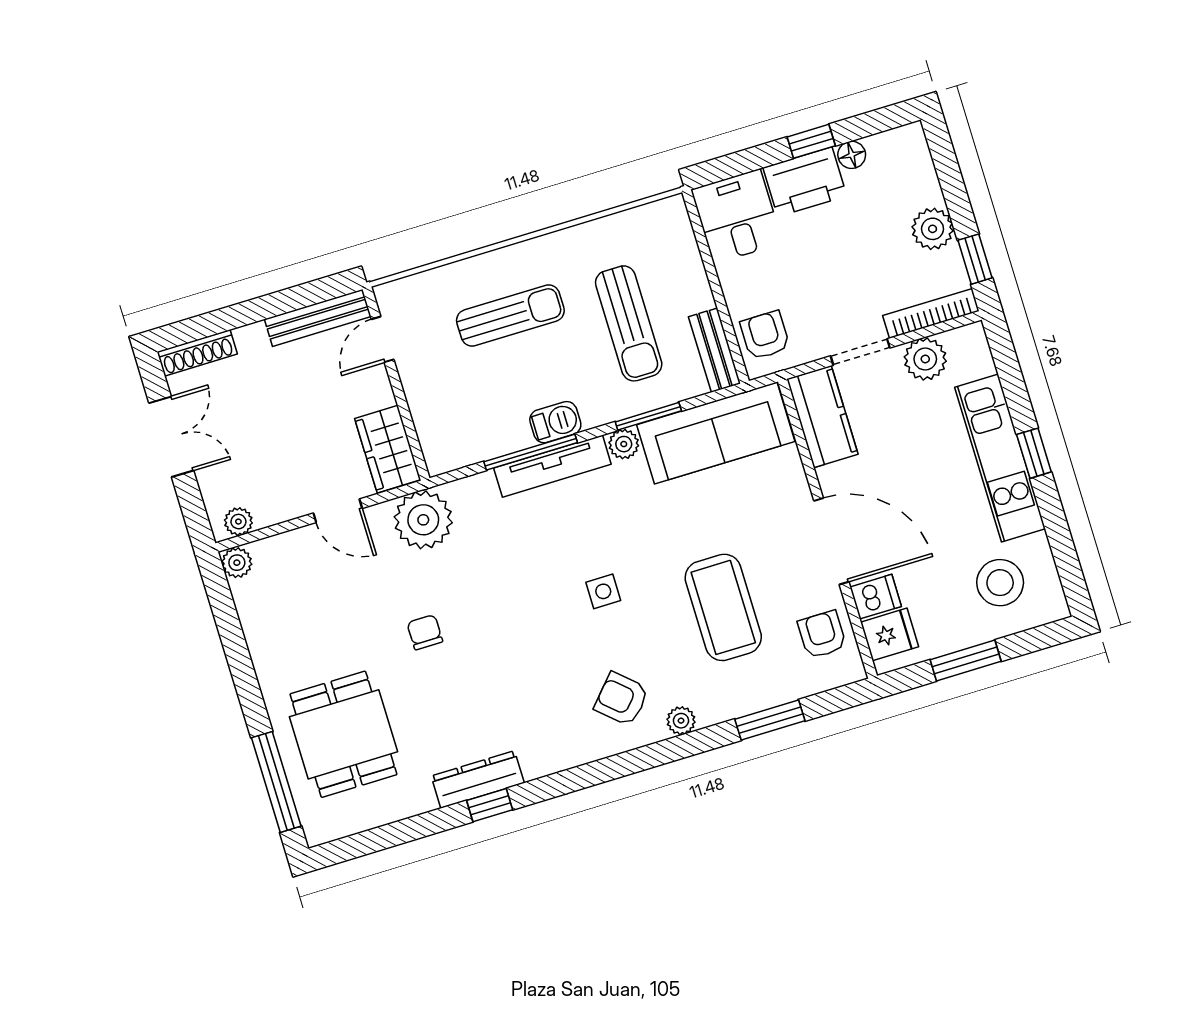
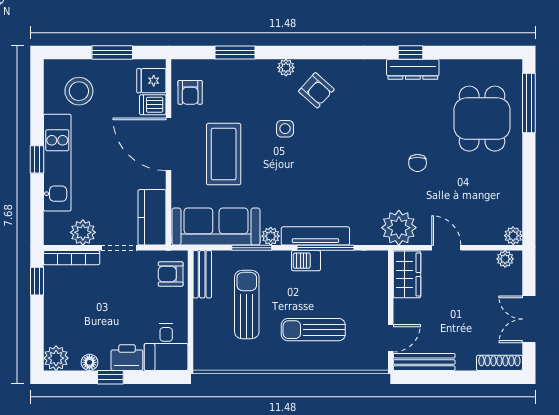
printer: (805, 182) -> (127, 358), width x0.73, depth x0.84
plant: (933, 229) -> (56, 358), moved
armchair: (765, 335) -> (171, 274), turned 90
side table: (603, 591) -> (285, 129), moved
coffee table: (723, 607) -> (224, 154), moved

